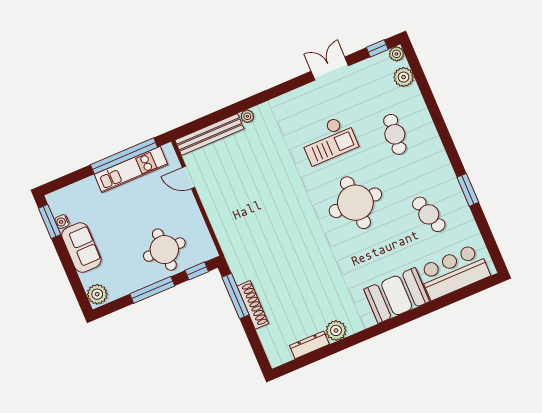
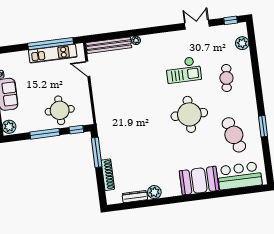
plant: (396, 54) -> (242, 27), removed
cafe table: (429, 214) -> (234, 135), width x1.37, depth x1.35
shoe rack: (253, 305) -> (108, 175), moved

